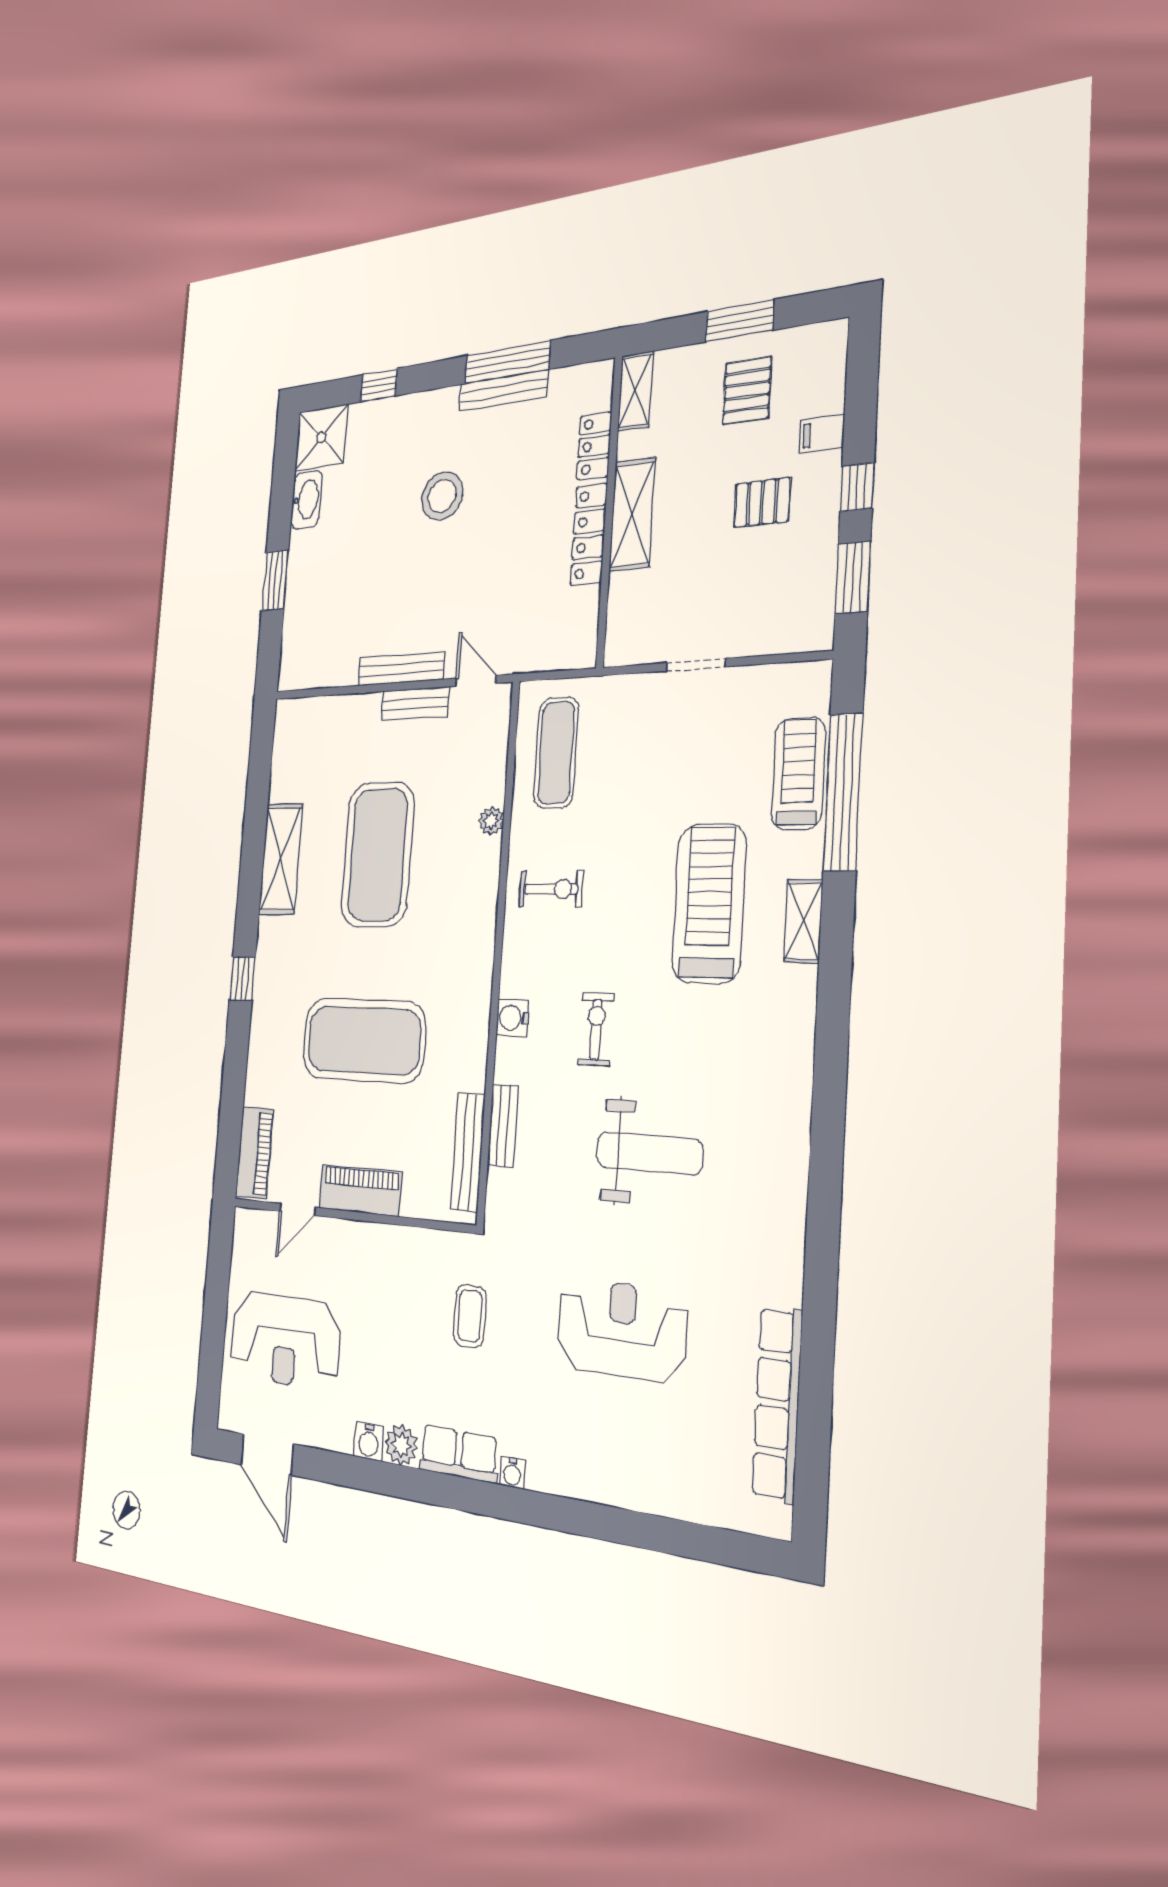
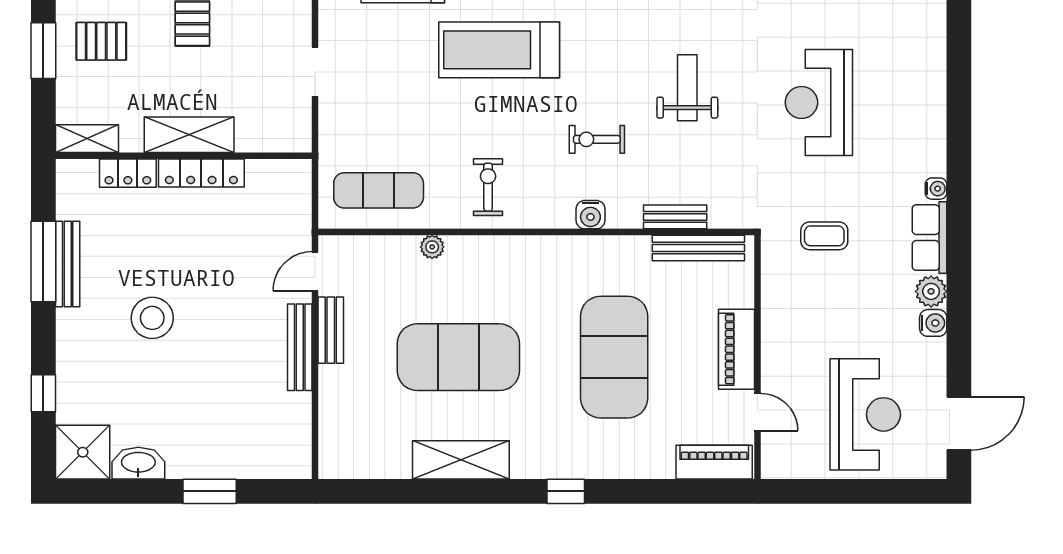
weight bench: (649, 1153) -> (687, 88), width x0.73, depth x0.75

